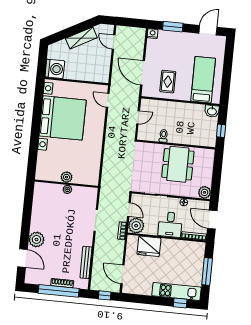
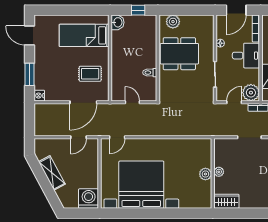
door: (114, 42) -> (79, 137), moved
plant: (204, 192) -> (173, 22), moved
wardrobe: (40, 194) -> (226, 201), added

